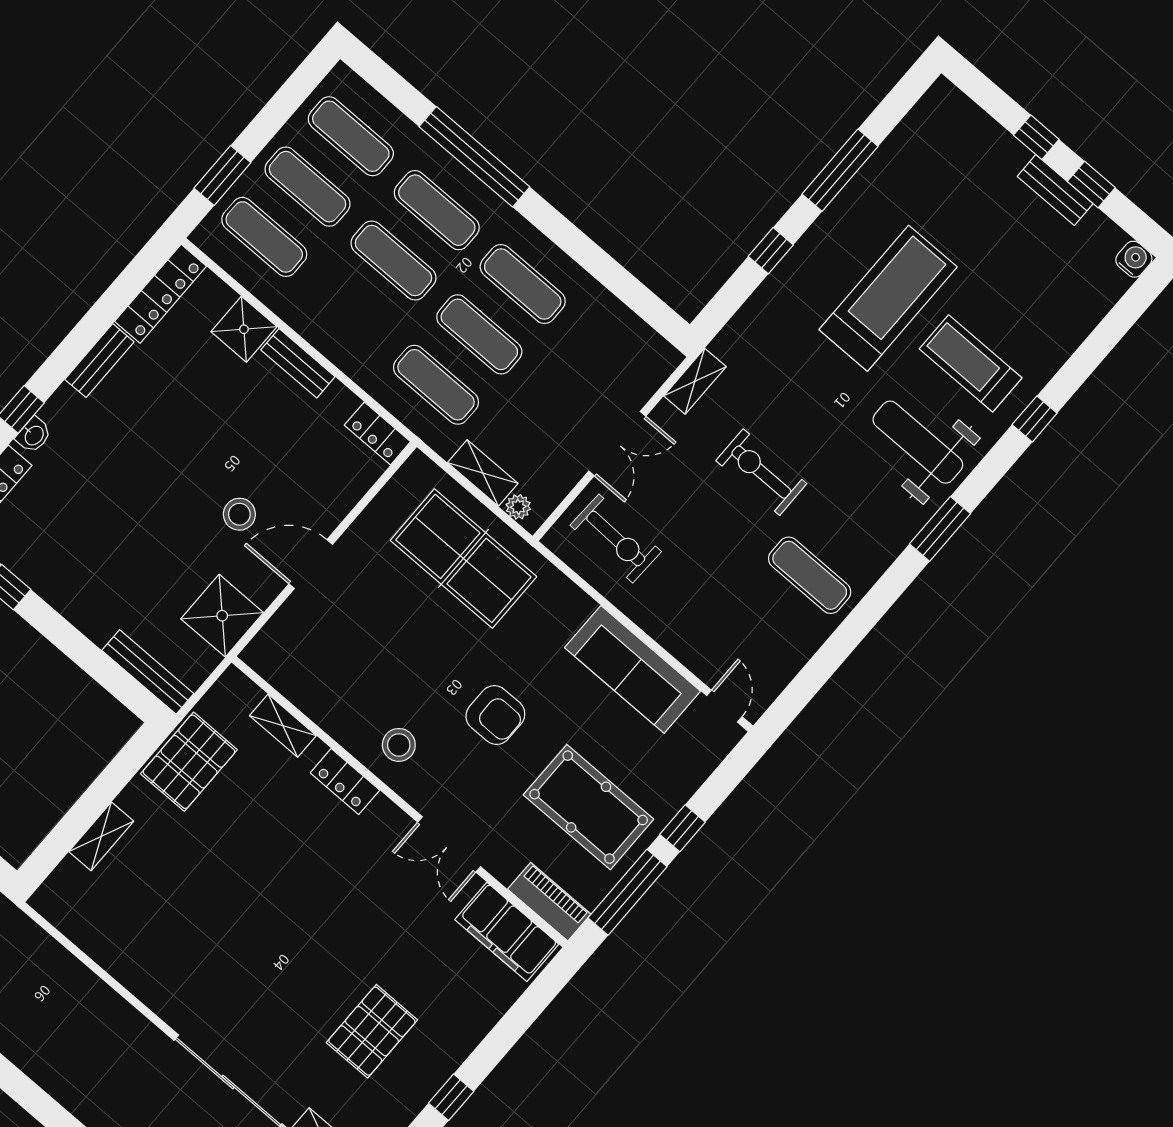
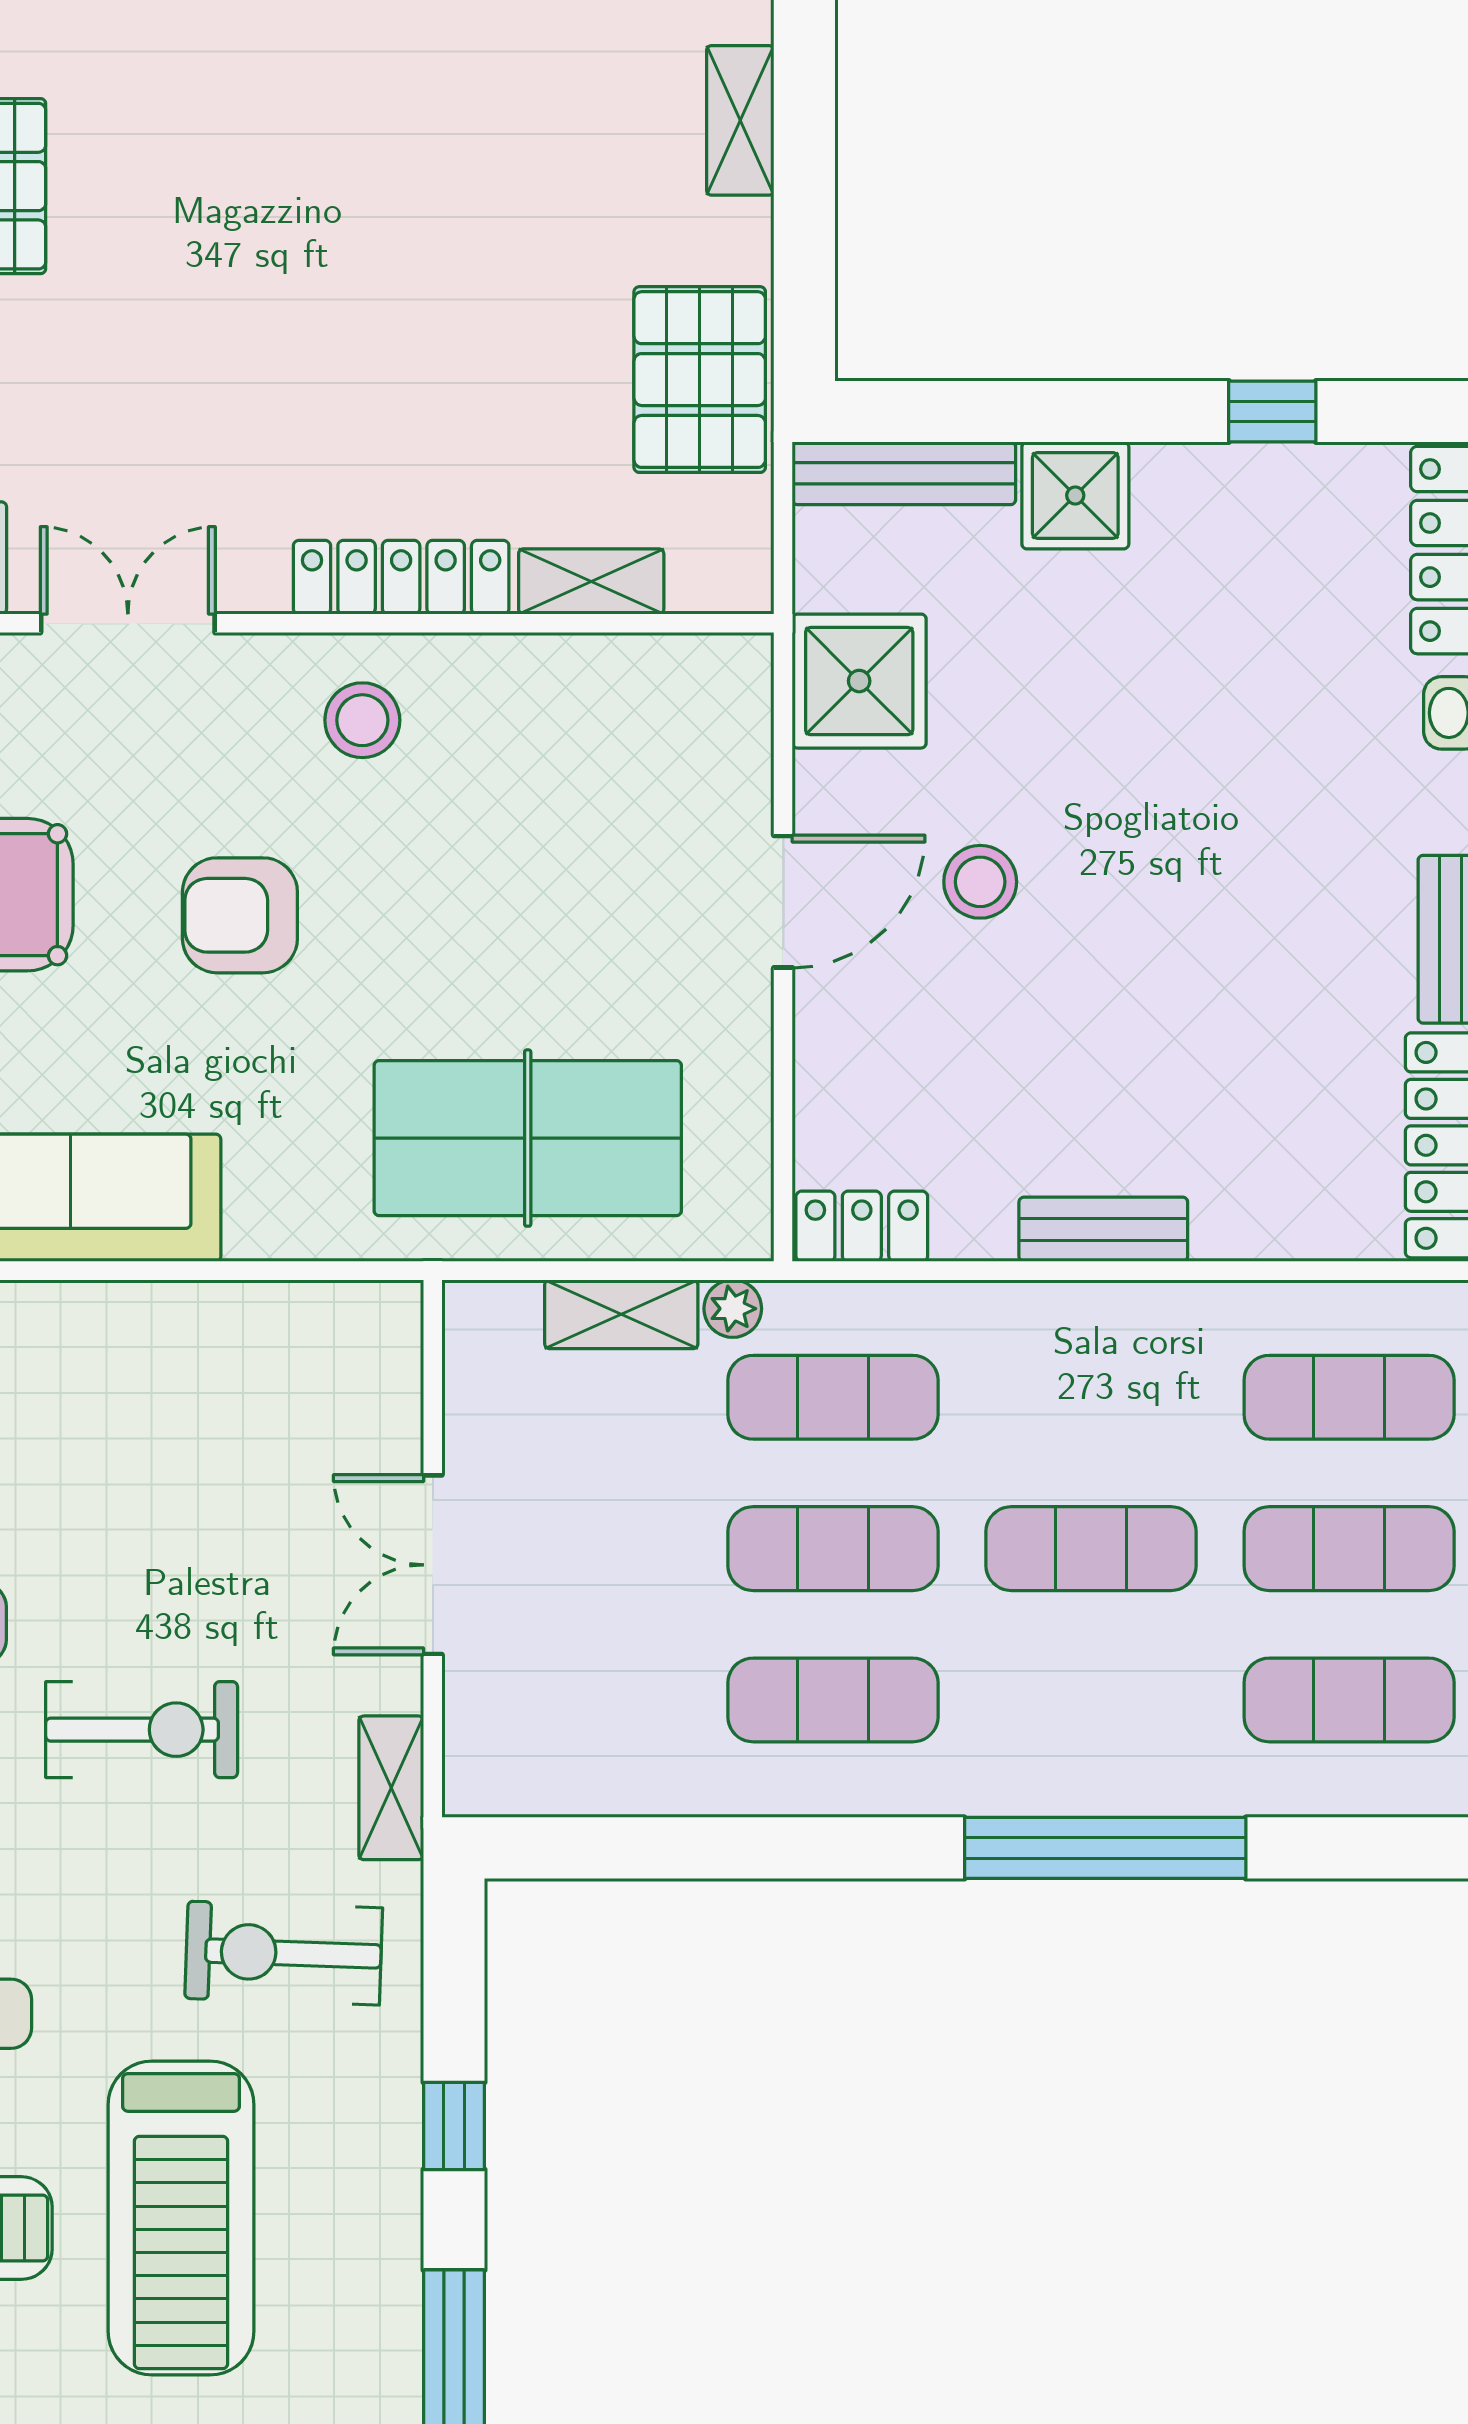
exercise mat: (437, 210) -> (1091, 1700), removed
shower: (244, 329) -> (1075, 495), moved
plant: (518, 507) -> (733, 1309), moved
exercise bike: (616, 538) -> (284, 1953), moved
locker: (345, 781) -> (401, 577), width x1.53

